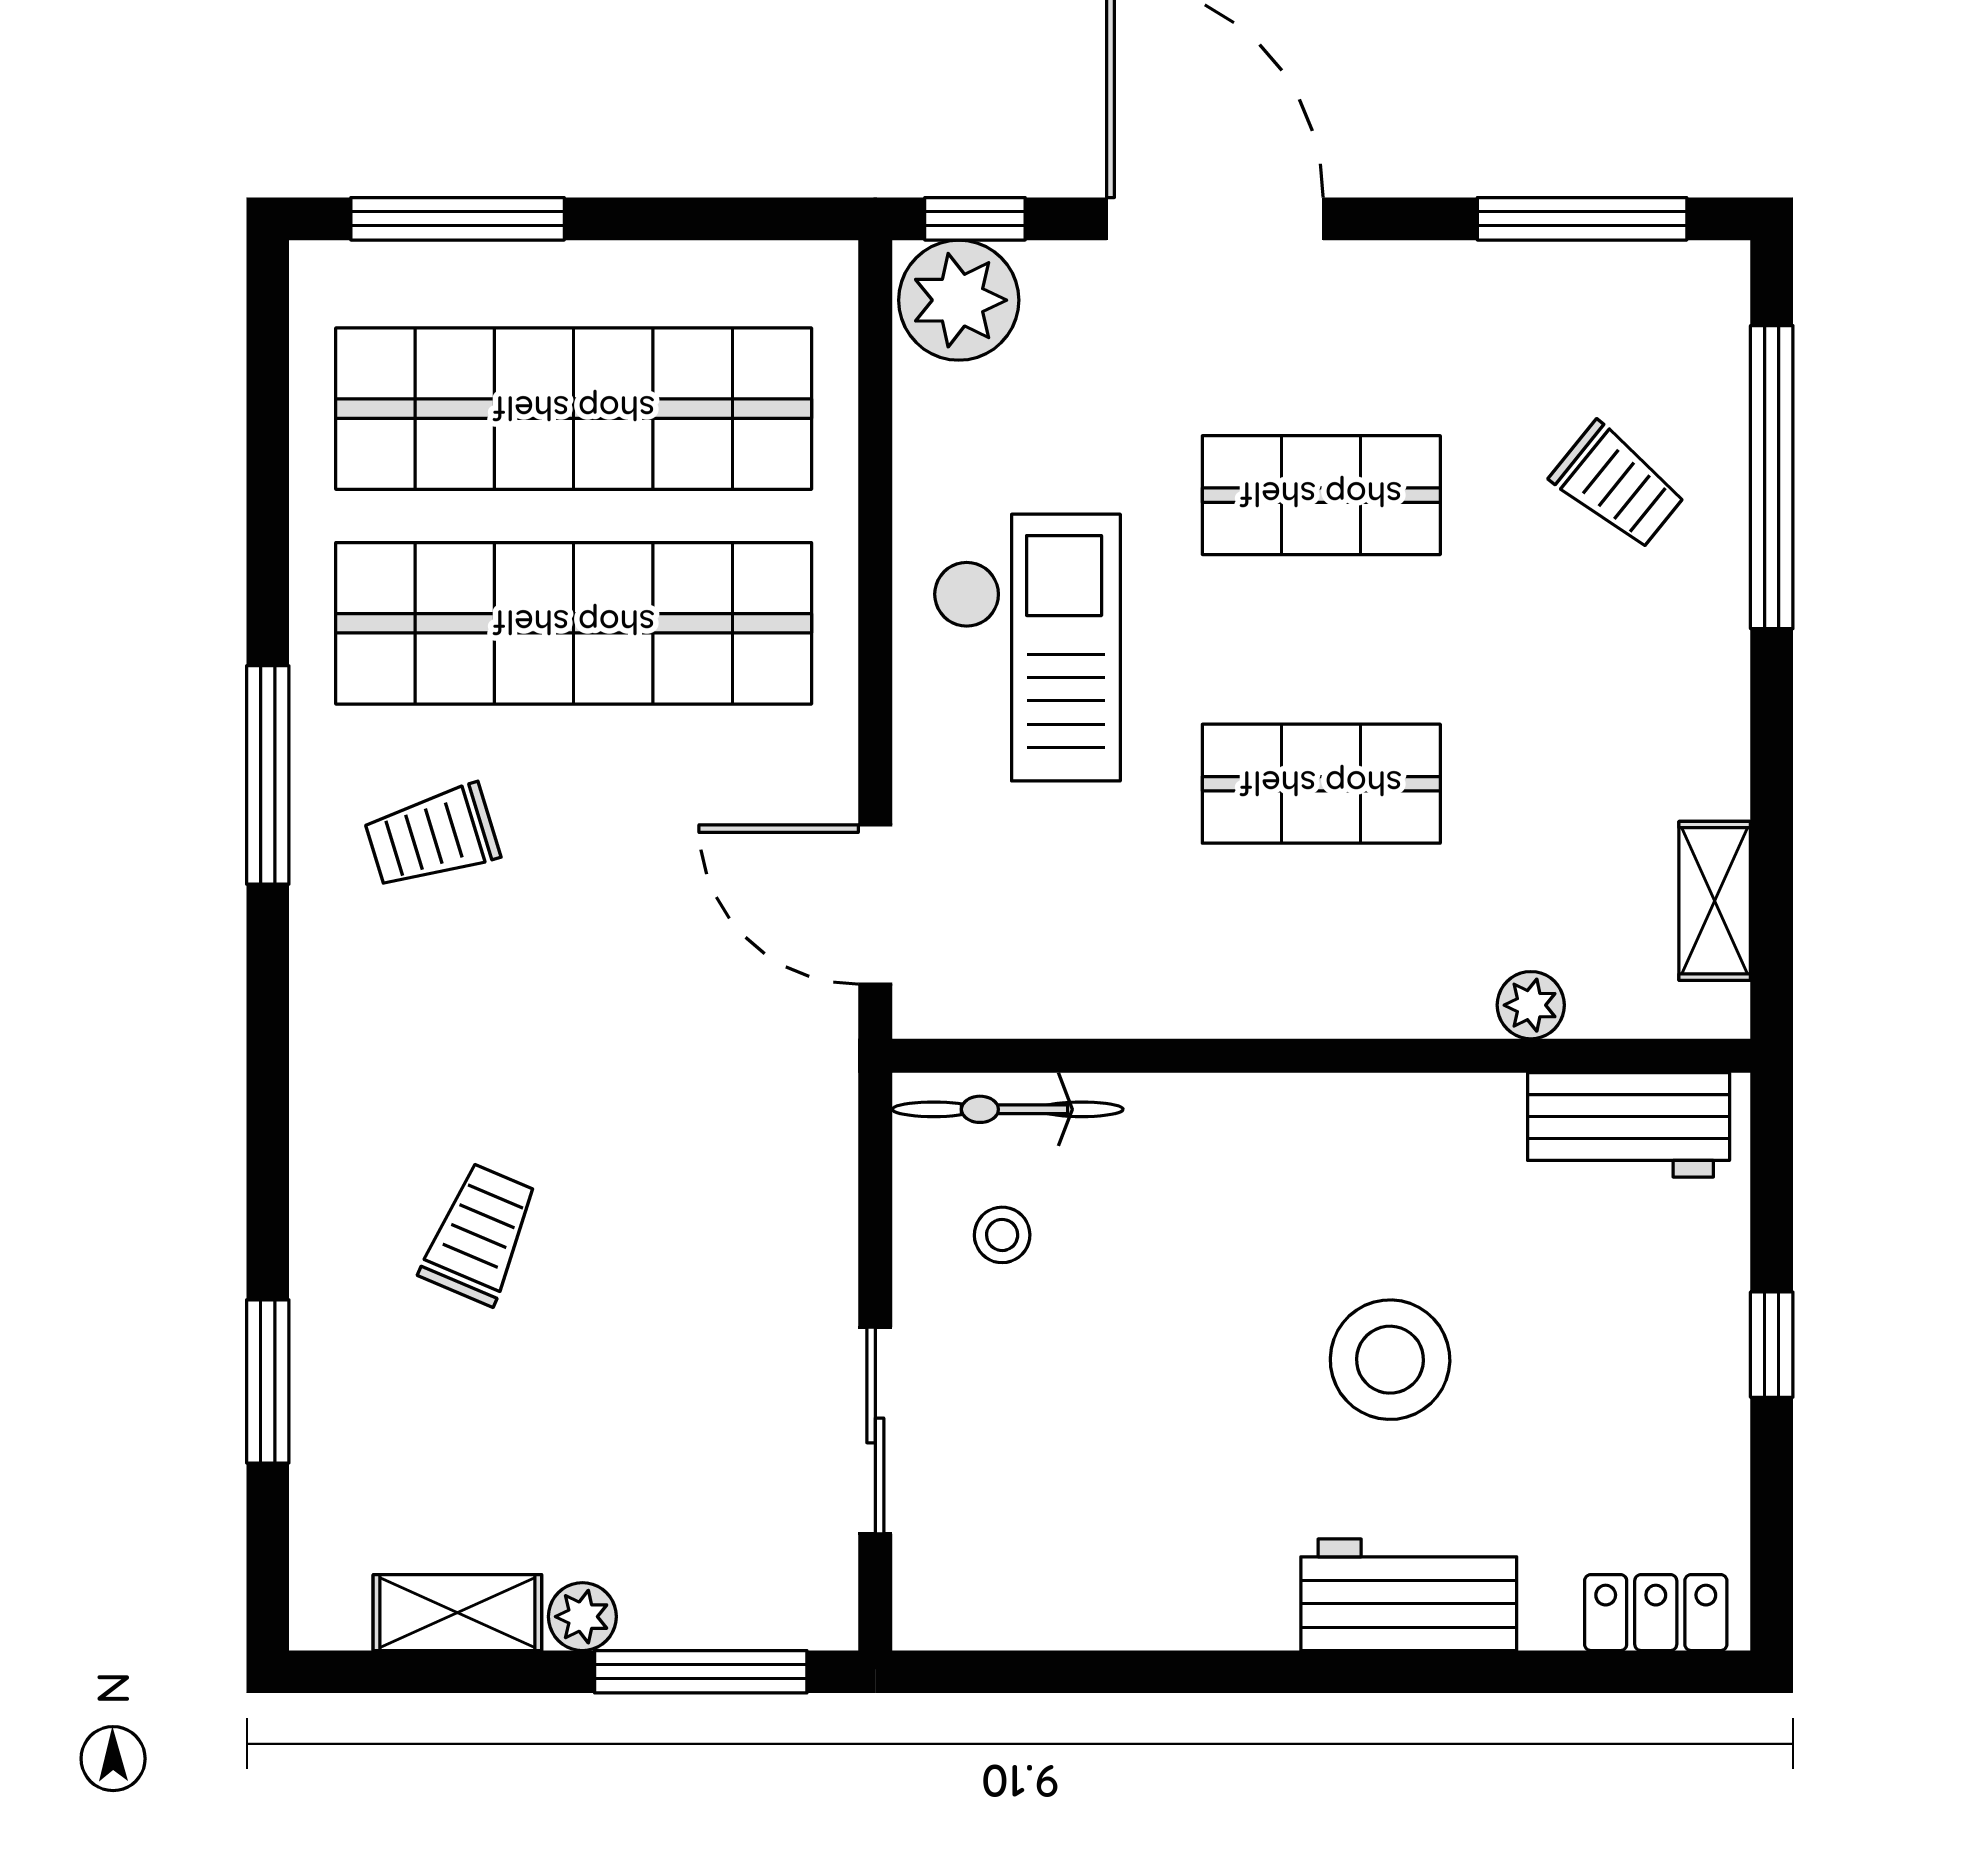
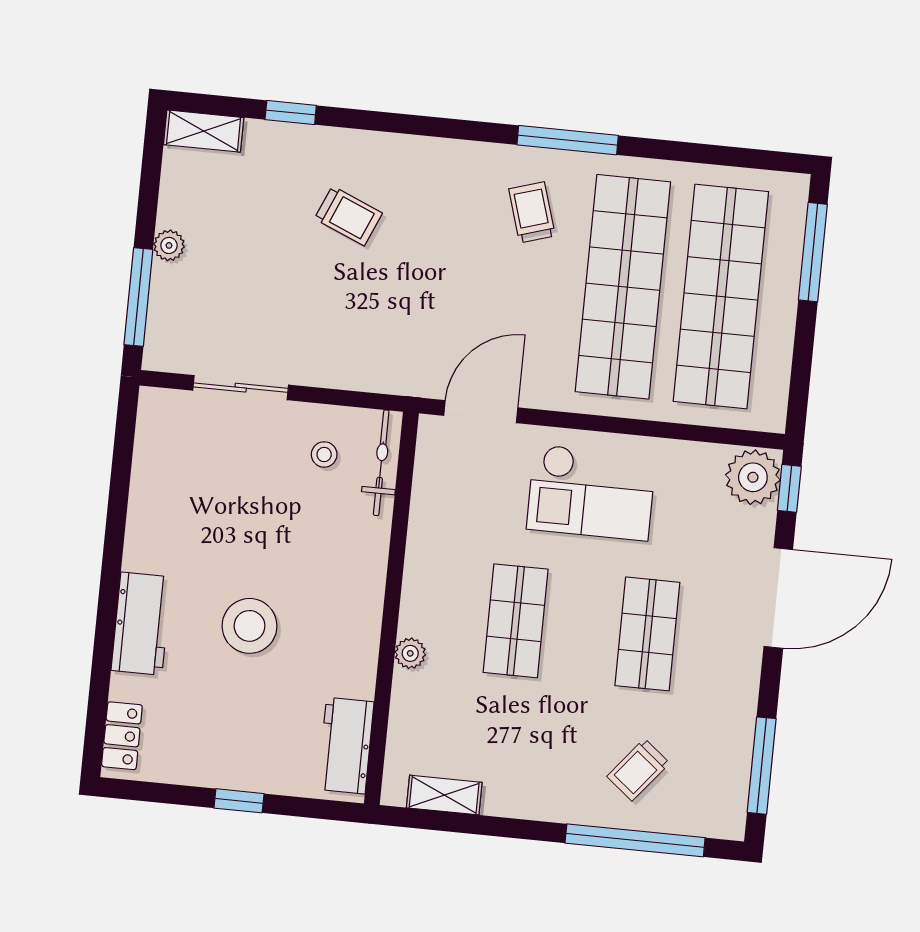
plant: (1531, 1005) -> (410, 653), moved
window: (268, 1381) -> (291, 113), width x0.67
shelving: (457, 1613) -> (204, 131), moved, turned 90

